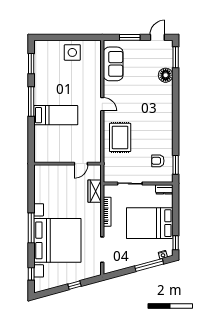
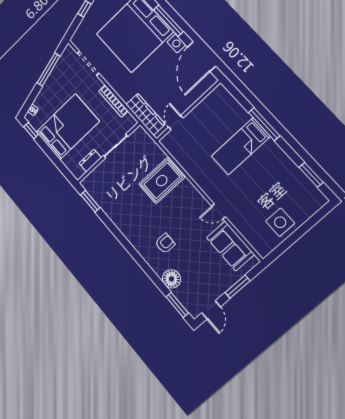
window: (31, 102) -> (264, 124), moved
door: (102, 104) -> (219, 212), moved
rug: (120, 137) -> (162, 181), turned 90
armchair: (158, 161) -> (165, 243), moved
door: (31, 188) -> (202, 57), added
dresser: (164, 189) -> (90, 161), moved
wardrobe: (95, 191) -> (146, 114), width x1.50
window: (149, 265) -> (49, 69), moved

